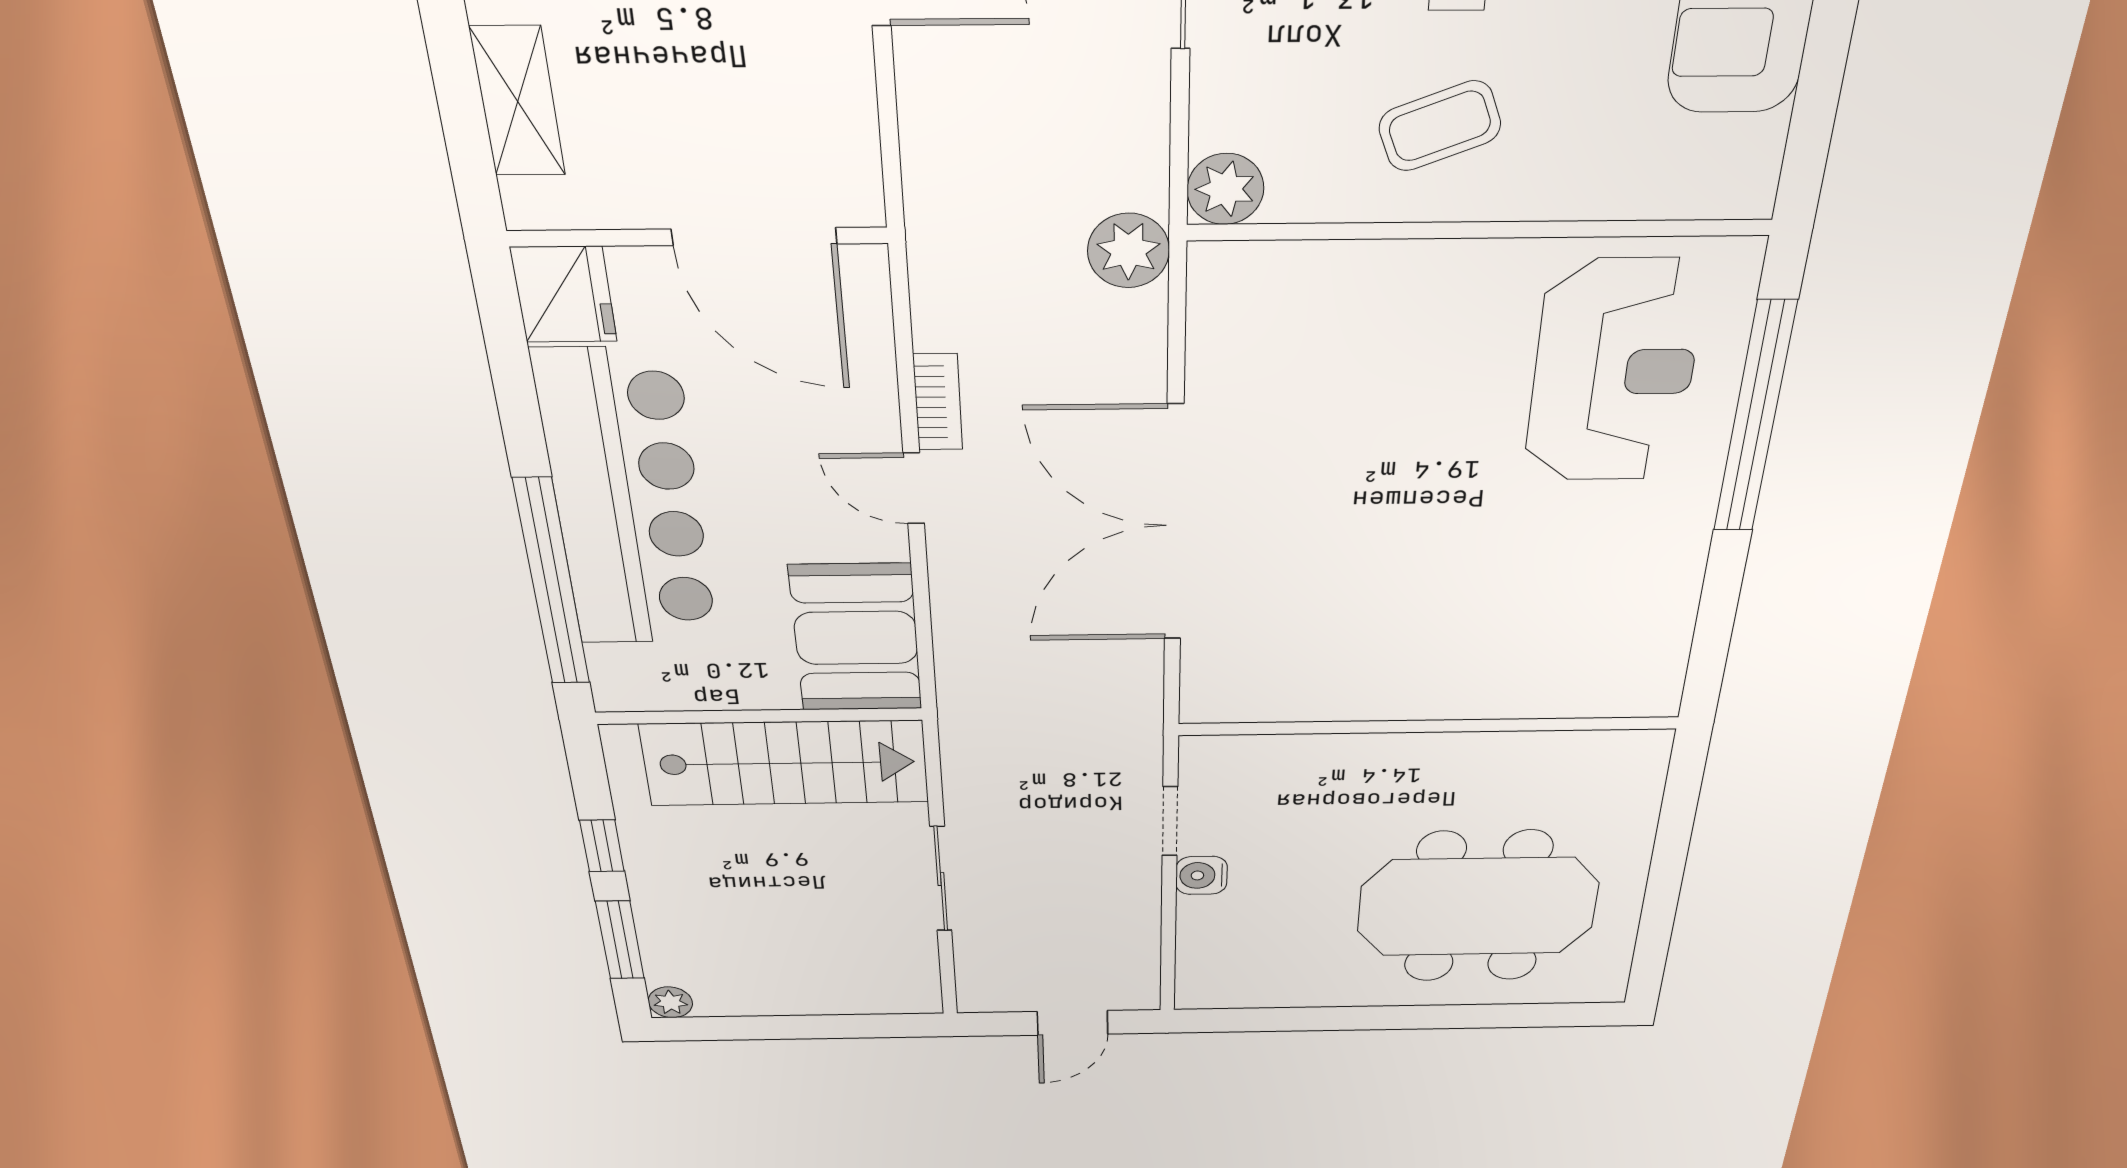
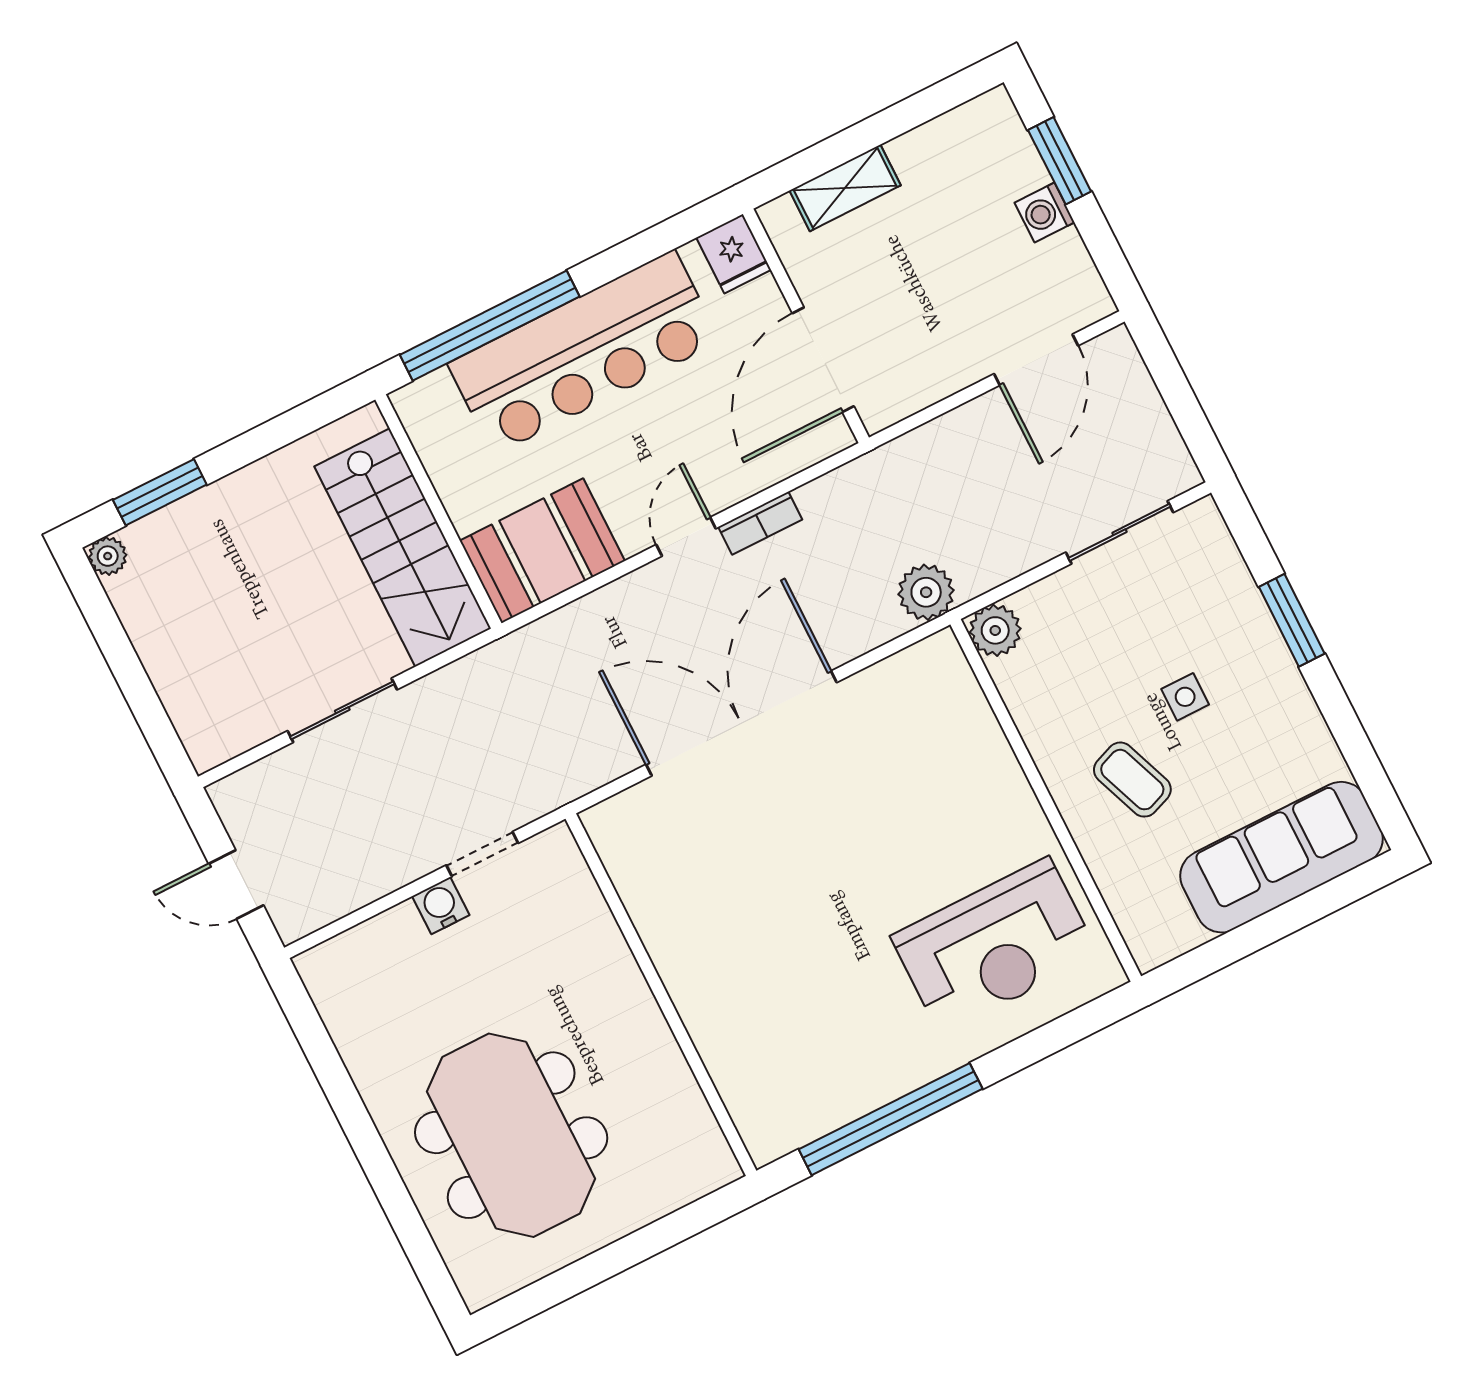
coffee table: (1440, 126) -> (1132, 780), moved
fridge: (564, 295) -> (734, 254), width x0.72
window: (1755, 418) -> (891, 1119), moved
window: (602, 846) -> (255, 444), removed

